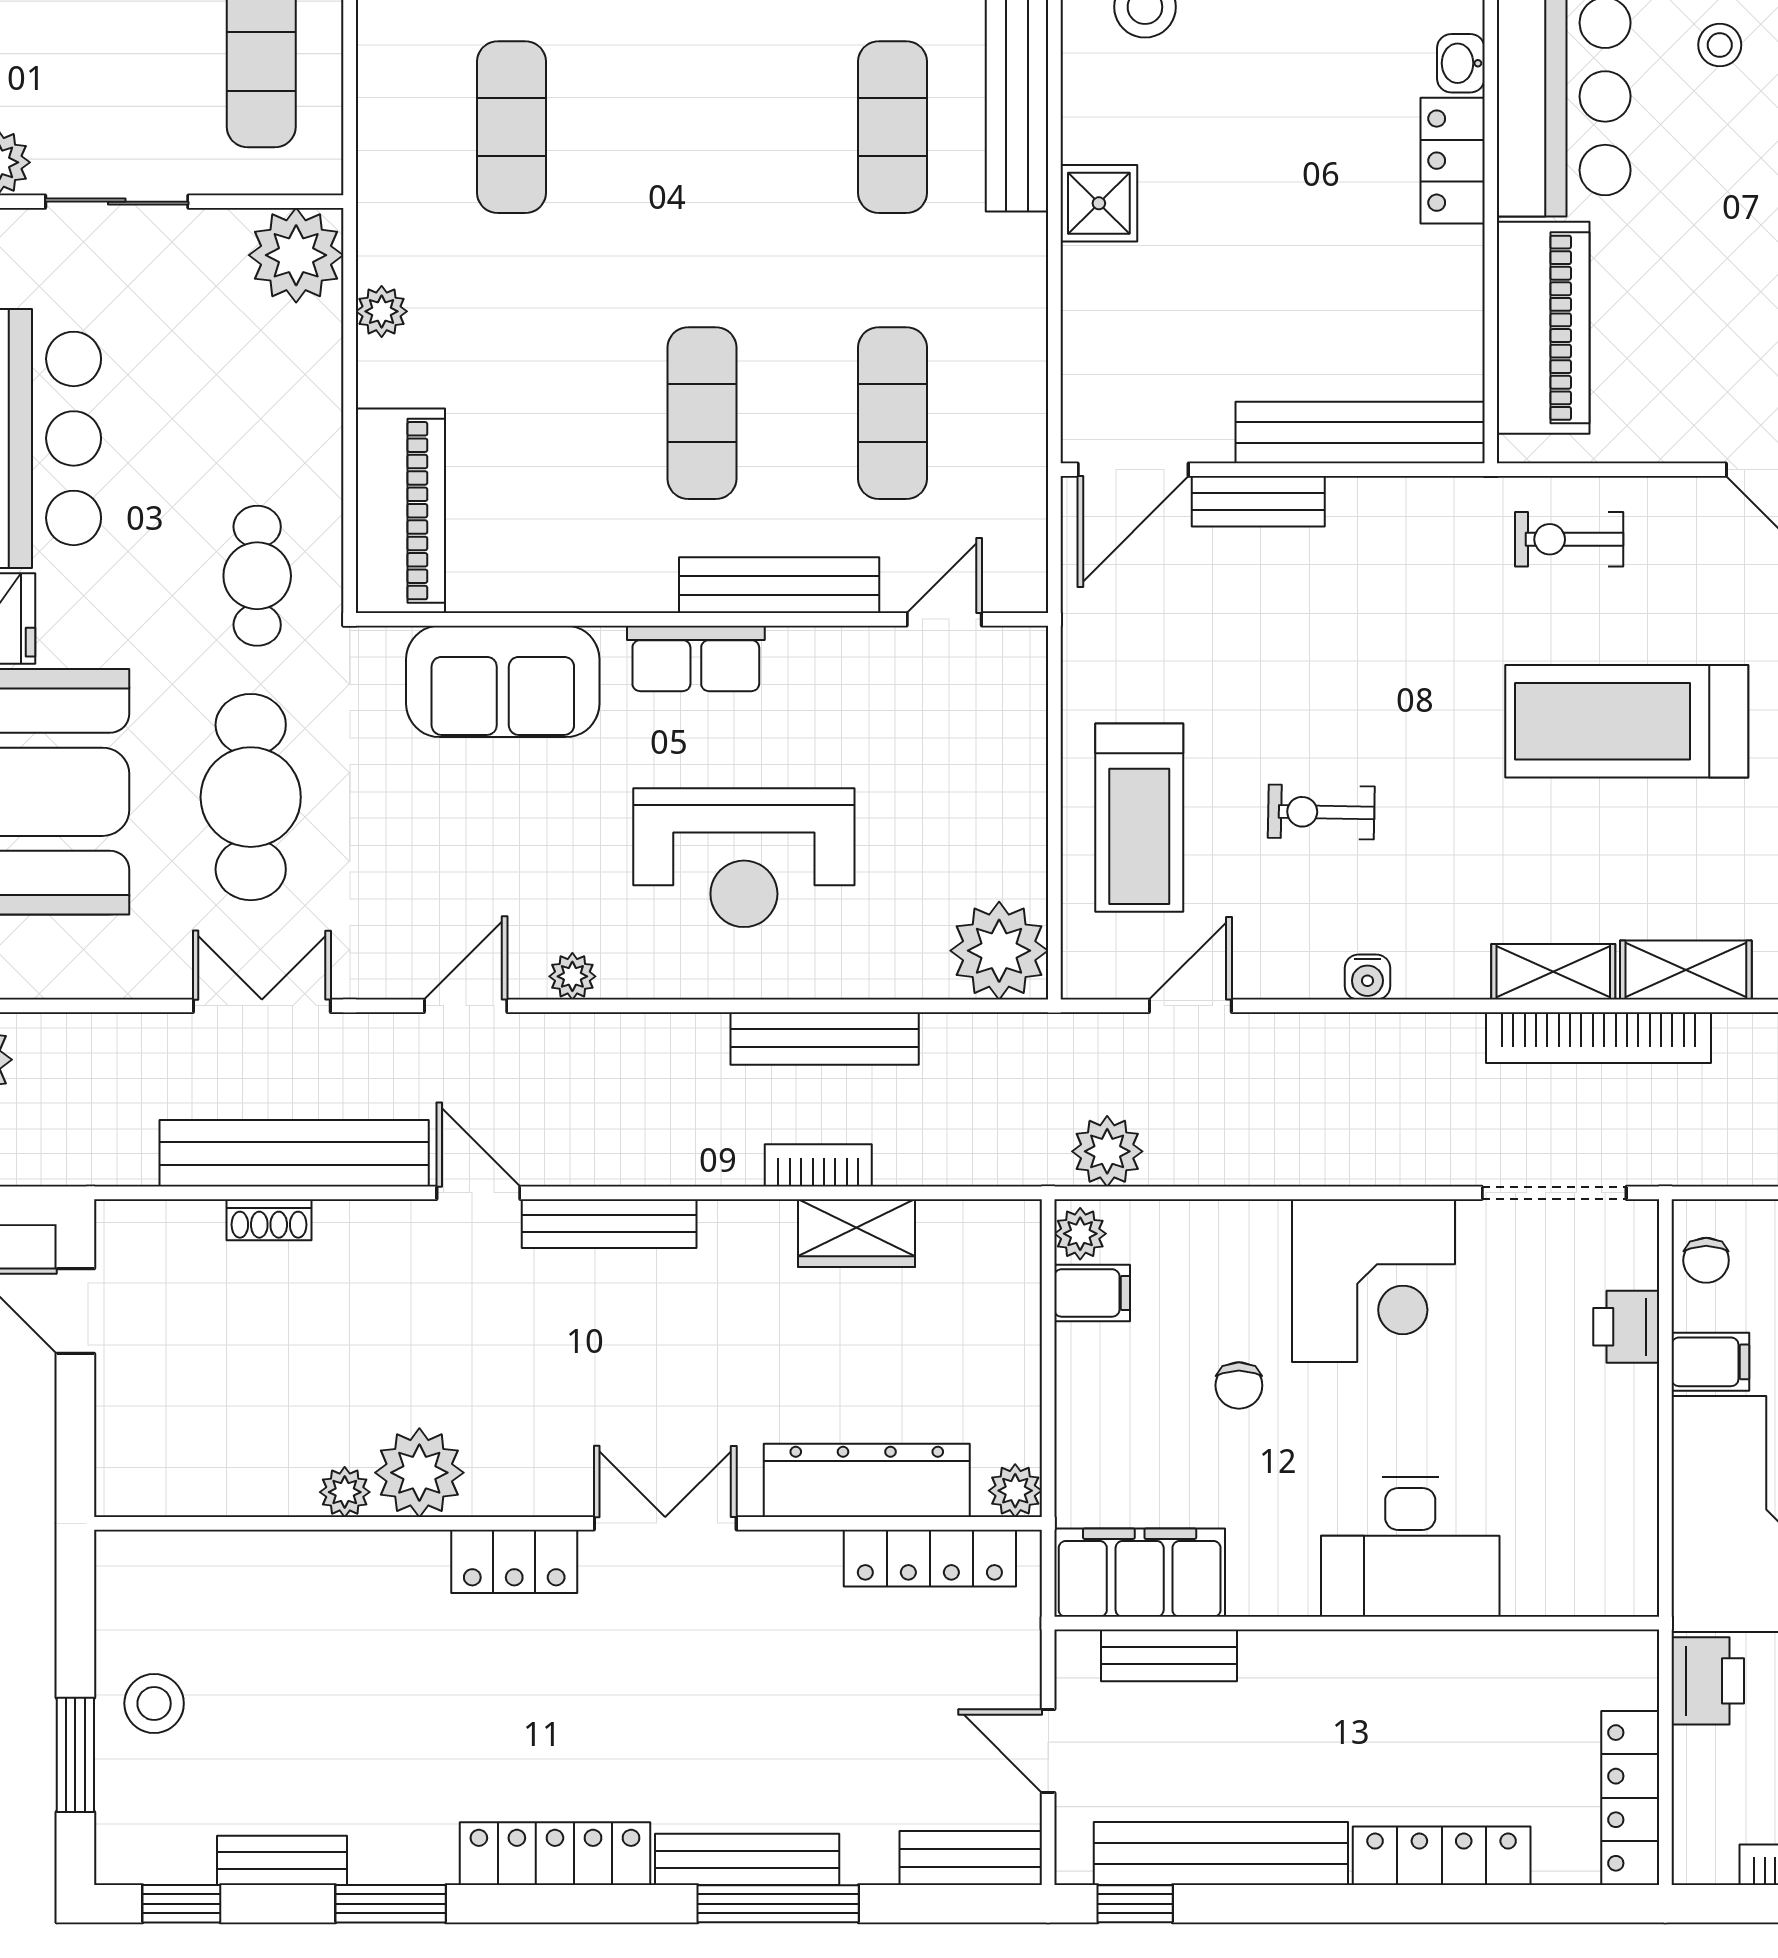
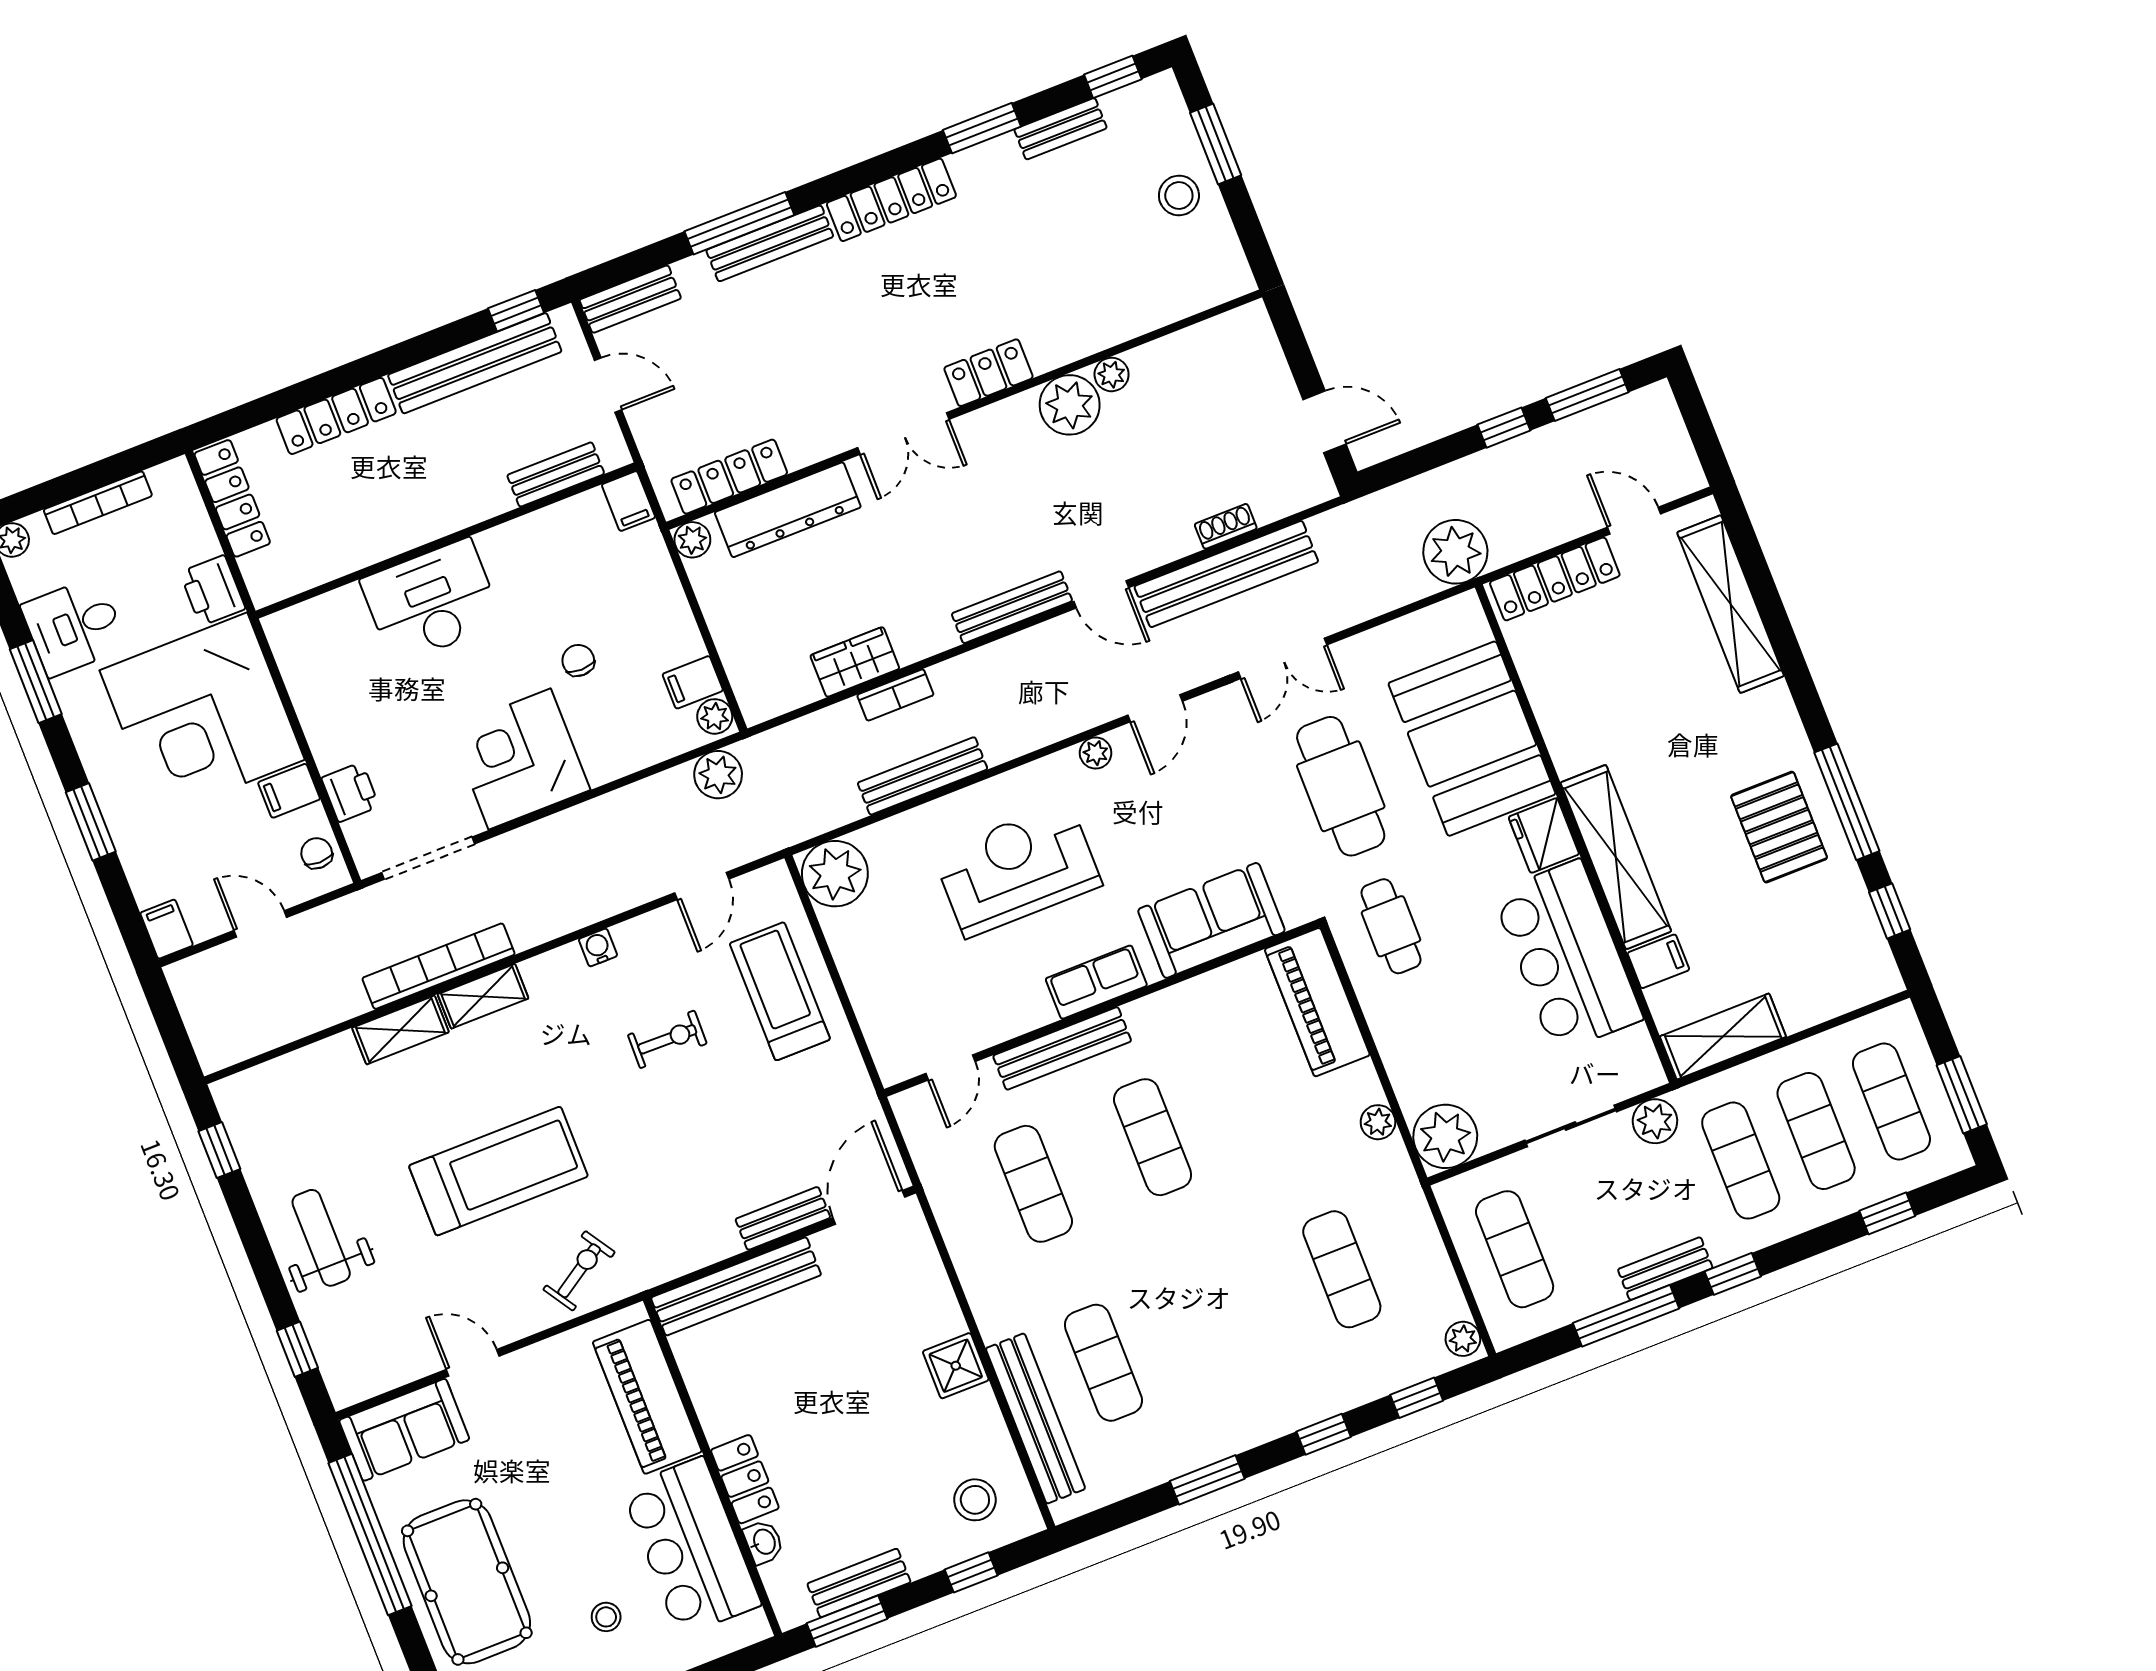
exercise bike: (1569, 539) -> (579, 1271), turned -33
filing cabinet: (1140, 1573) -> (628, 501), width x0.33, depth x0.86

